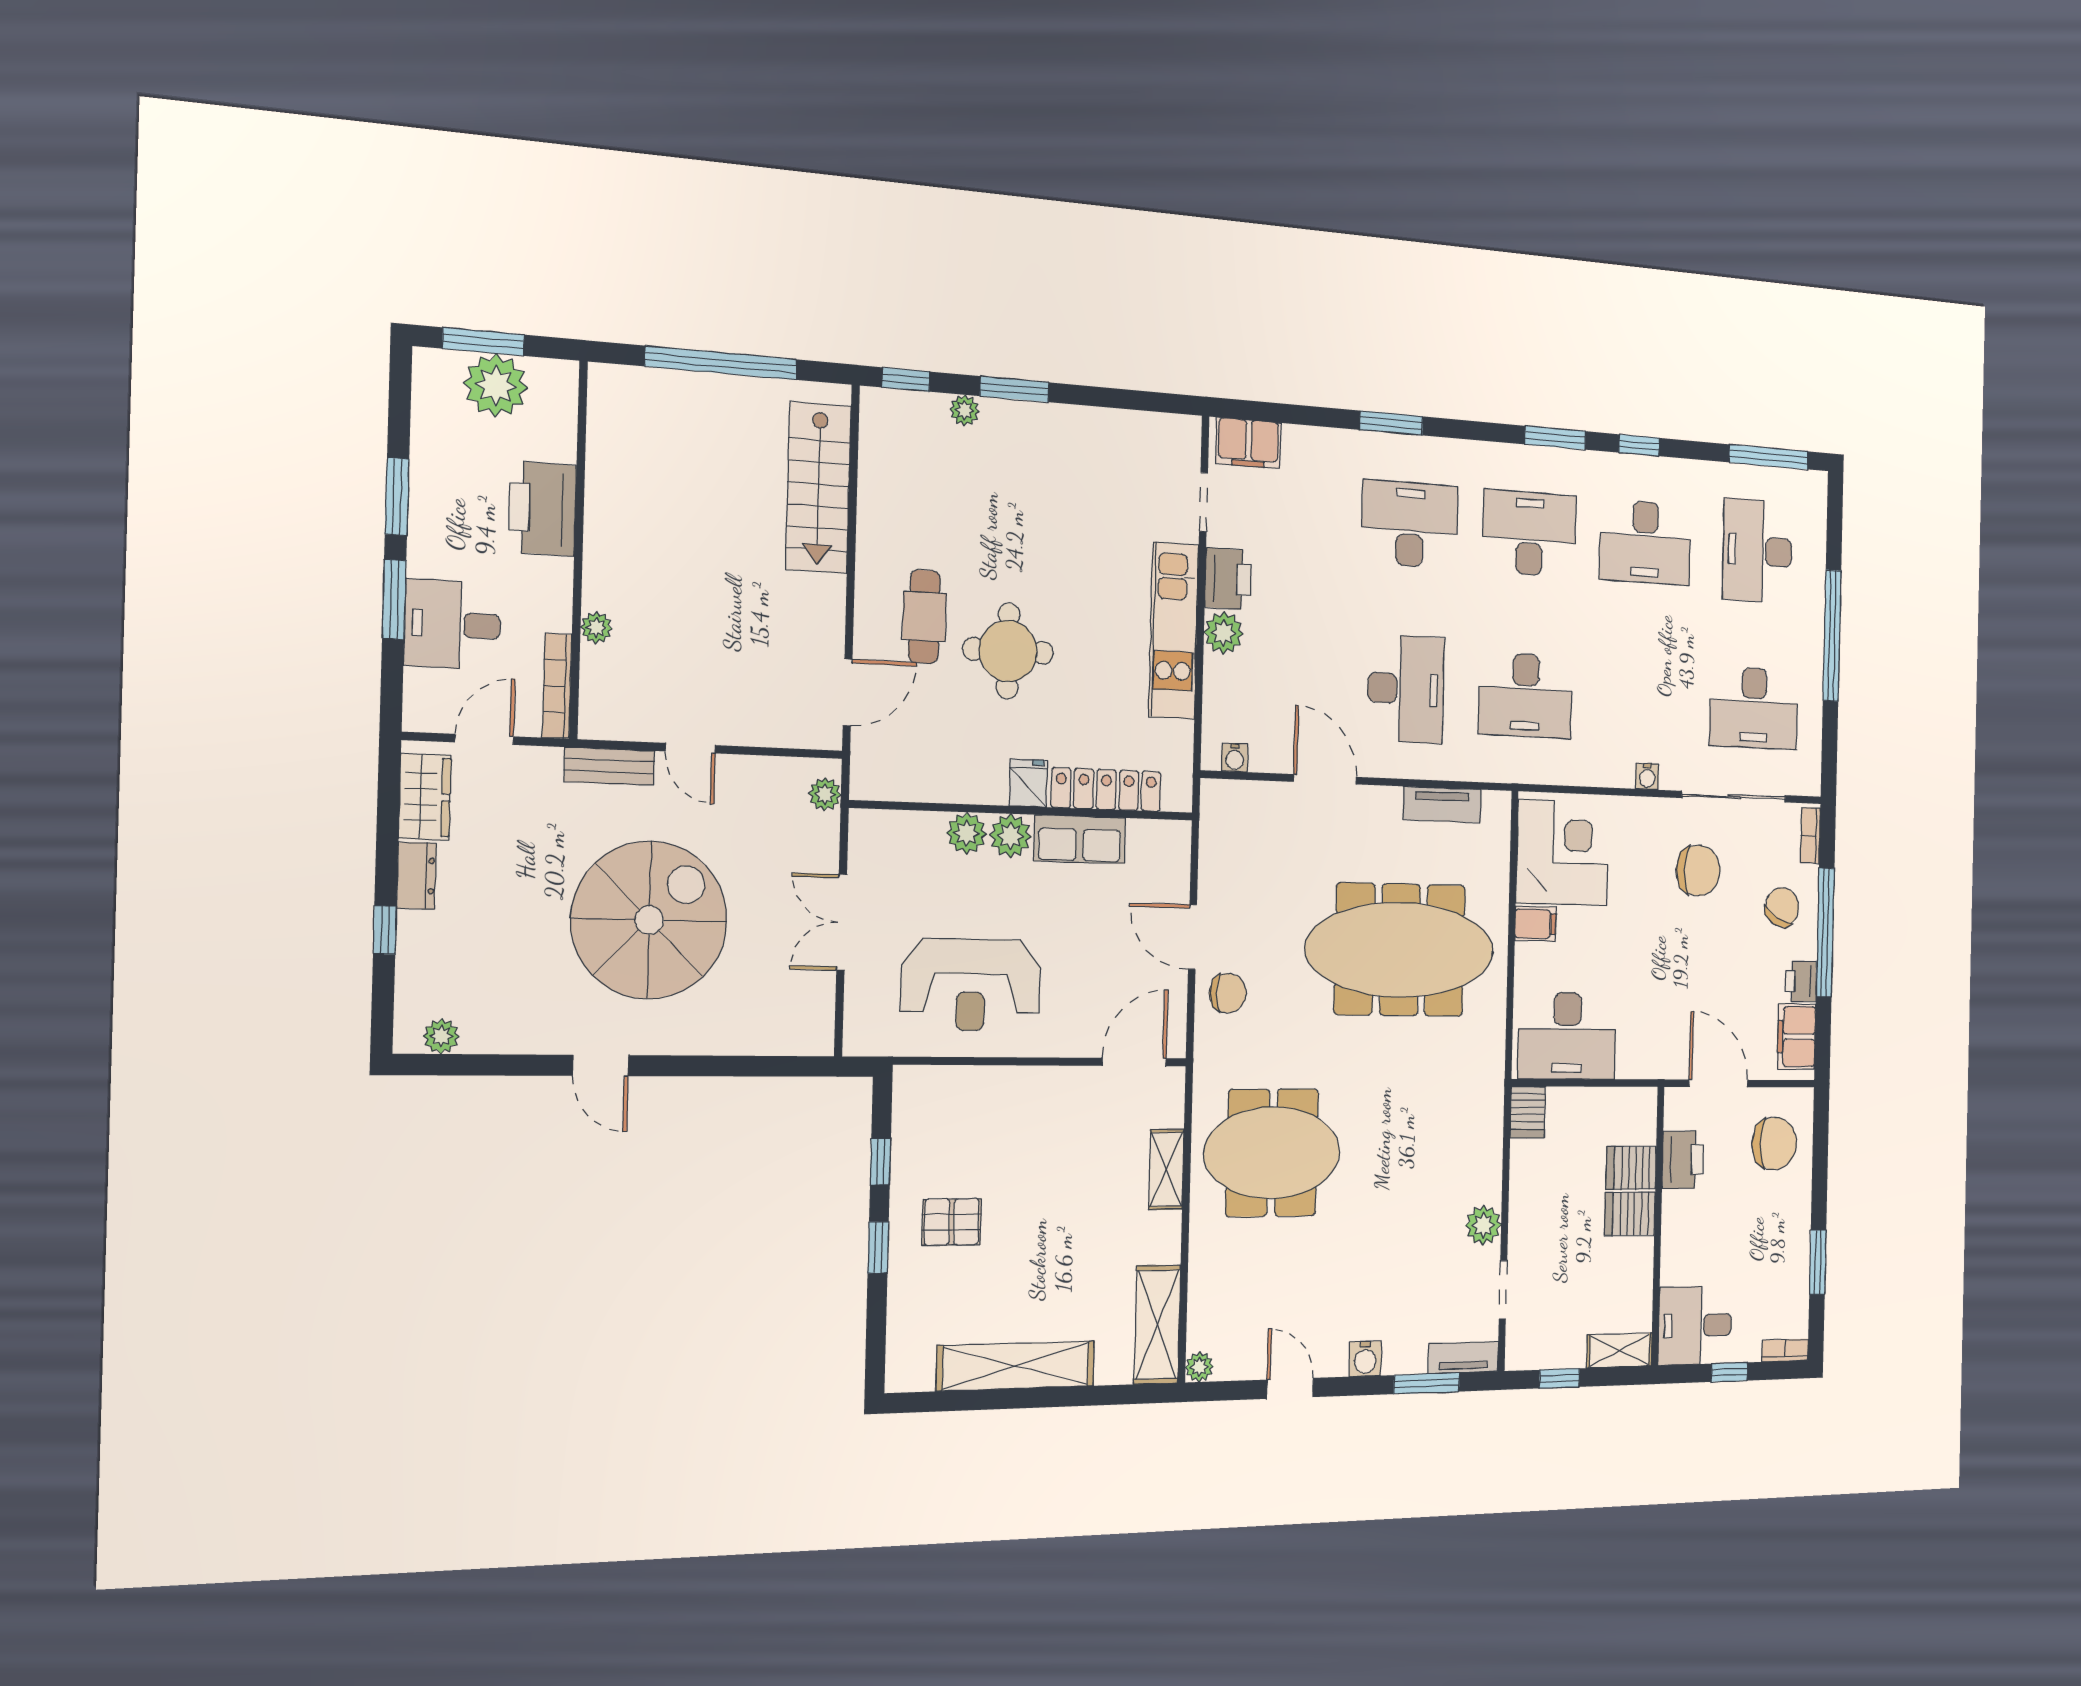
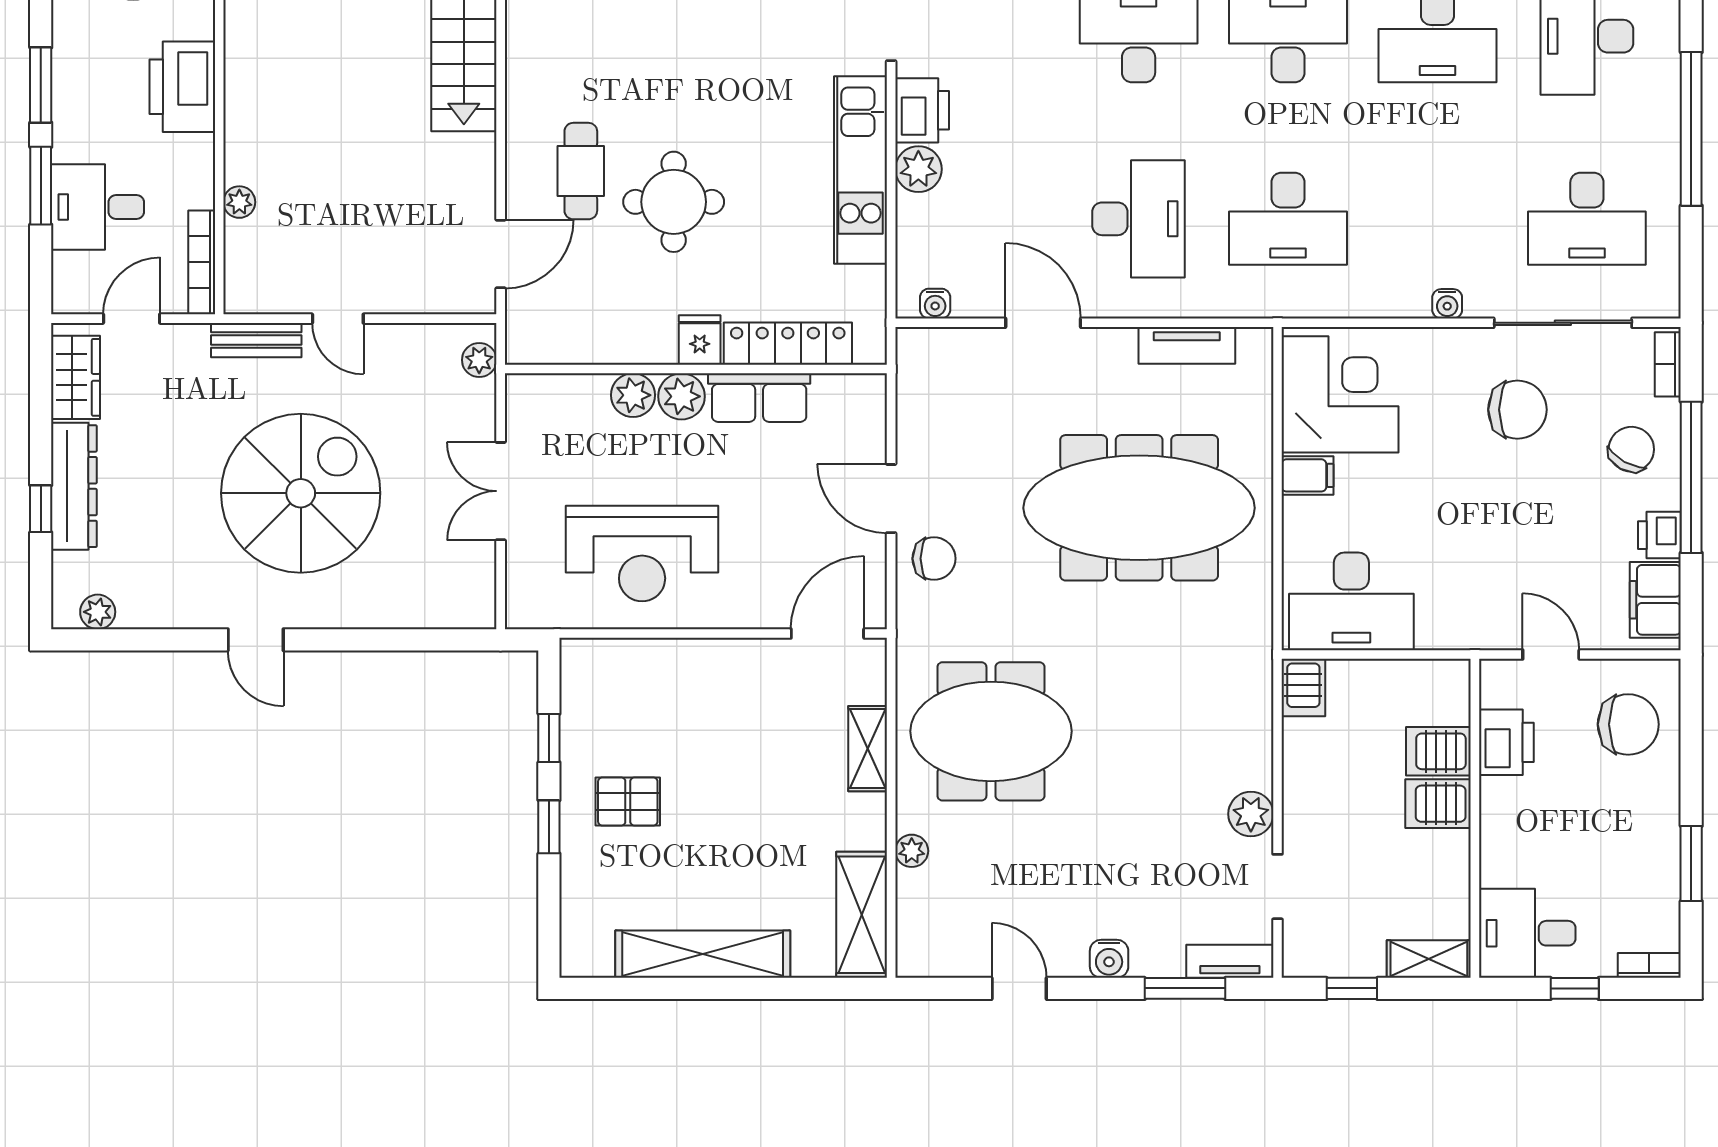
dresser: (416, 876) -> (74, 486), width x1.96, depth x1.24
door: (1718, 1083) -> (1551, 655), width x0.73
plant: (1199, 1367) -> (912, 851), moved

